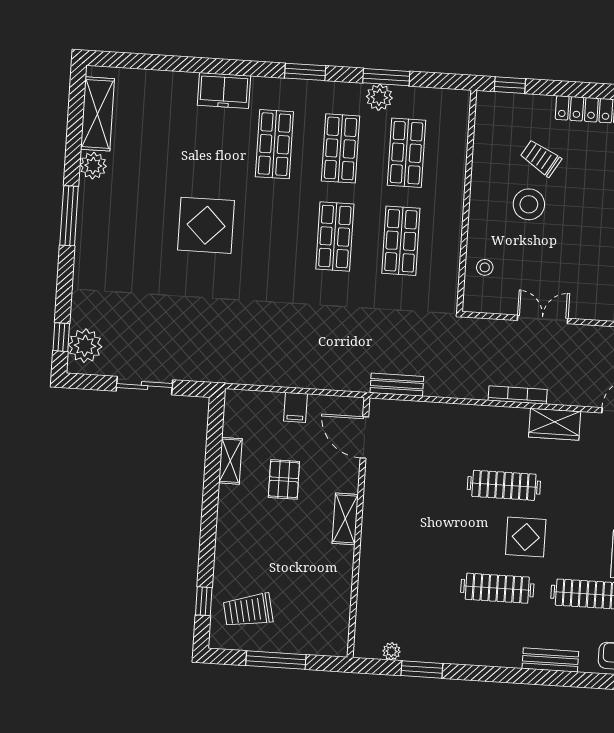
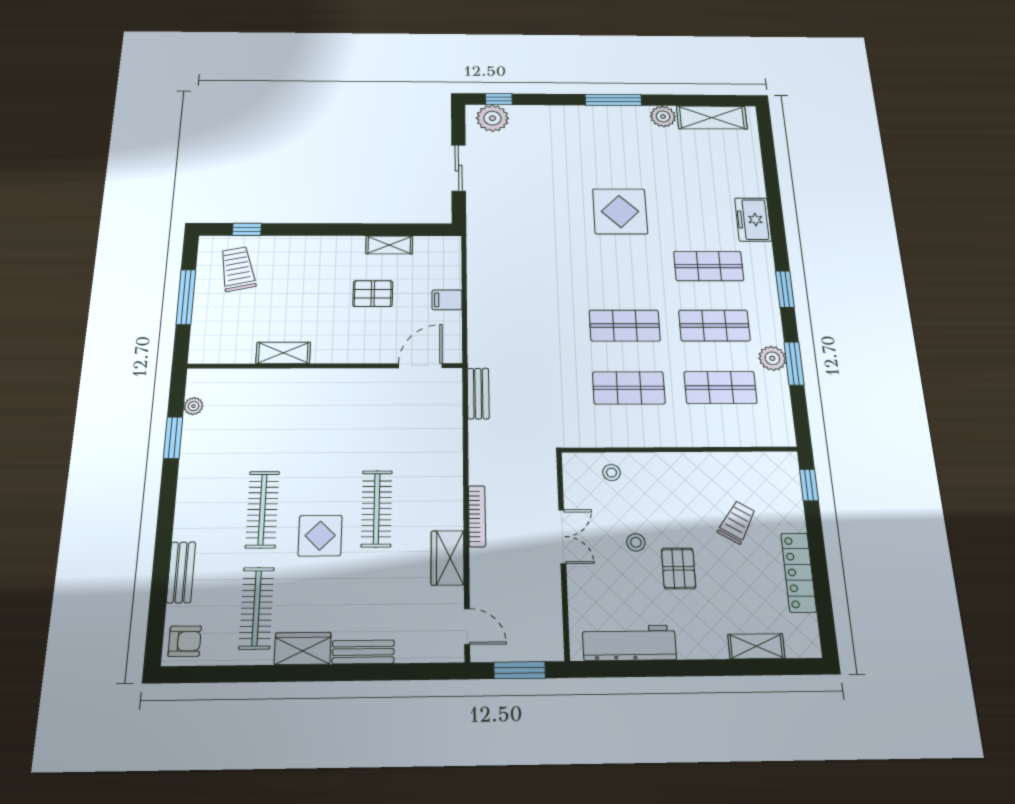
stool: (529, 204) -> (636, 542), moved, width x0.53, depth x0.53
pallet: (580, 218) -> (679, 568), added
shelving: (345, 519) -> (283, 353), moved

